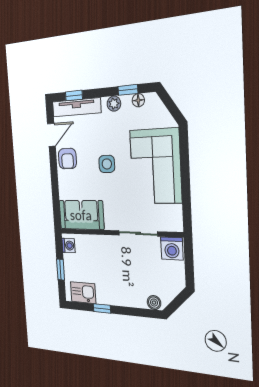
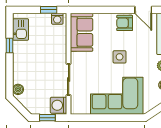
window: (189, 265) -> (47, 118), added
window: (61, 270) -> (49, 10), moved

